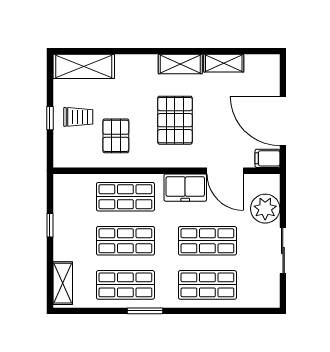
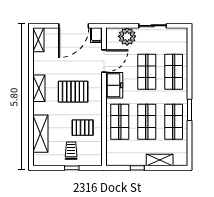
shelving: (224, 63) -> (38, 40), moved
shelving: (84, 66) -> (40, 134), moved
shelving: (63, 283) -> (160, 160), moved

